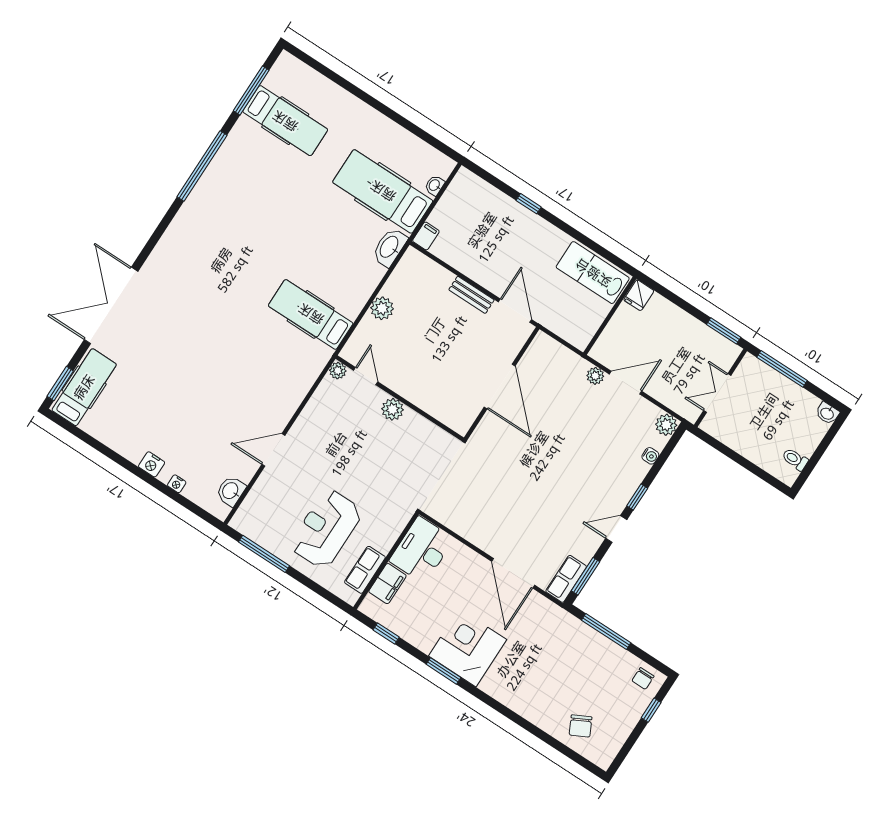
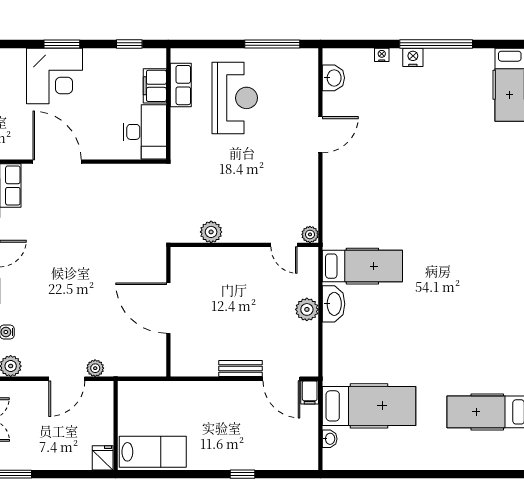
washbasin: (390, 247) -> (334, 304), moved
door: (515, 311) -> (281, 379), moved
plant: (393, 409) -> (211, 232), moved
window: (124, 463) -> (436, 44), added

